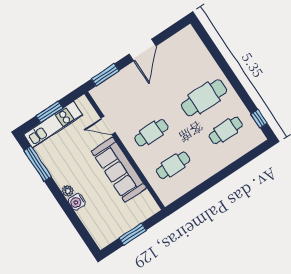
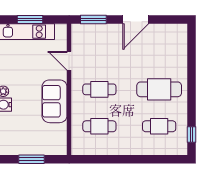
sofa: (119, 170) -> (55, 101), width x0.73

